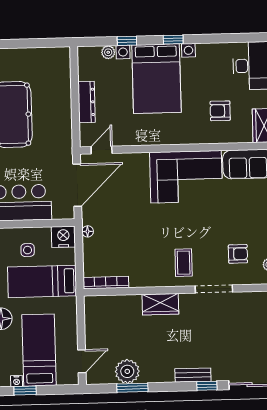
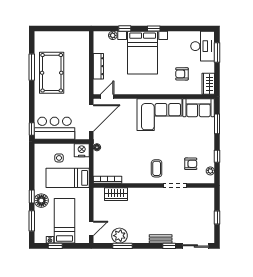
wardrobe: (160, 304) -> (116, 194), moved

